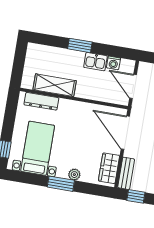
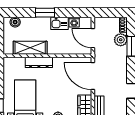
boiler: (42, 51) -> (15, 22), added
dresser: (41, 101) -> (39, 62), moved

